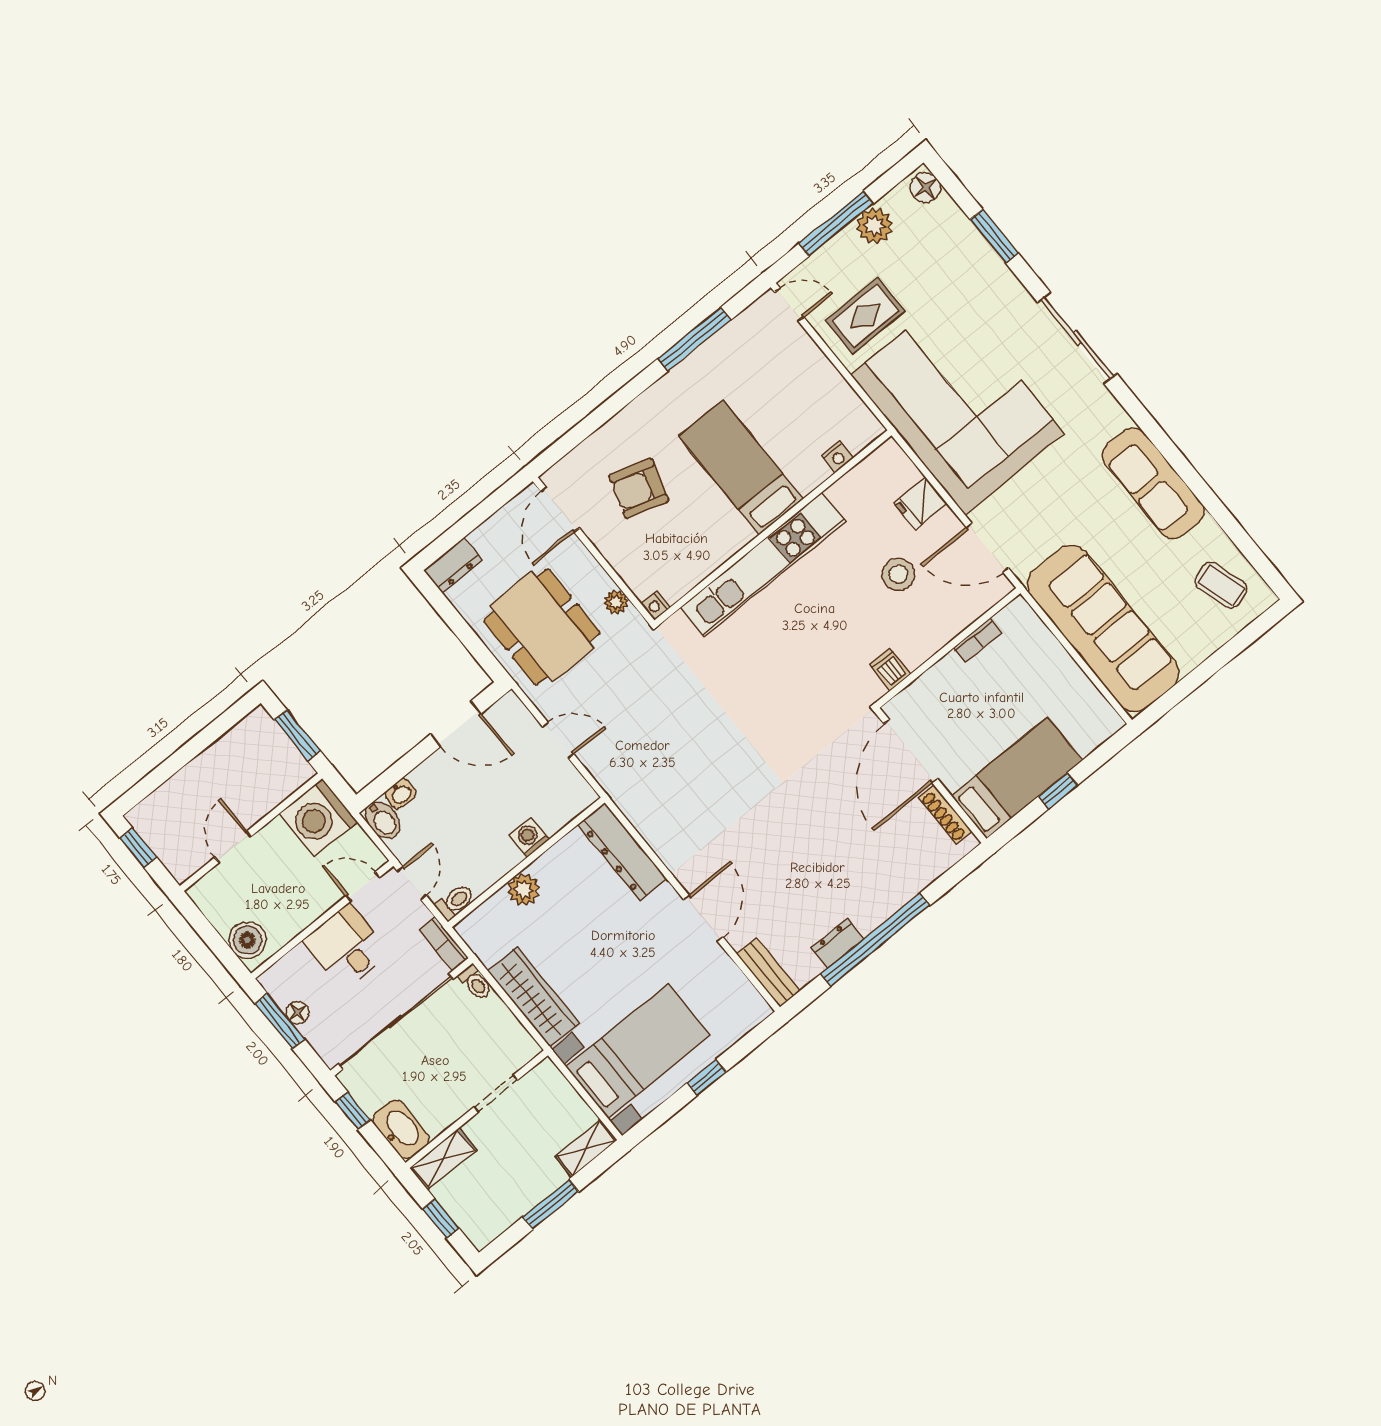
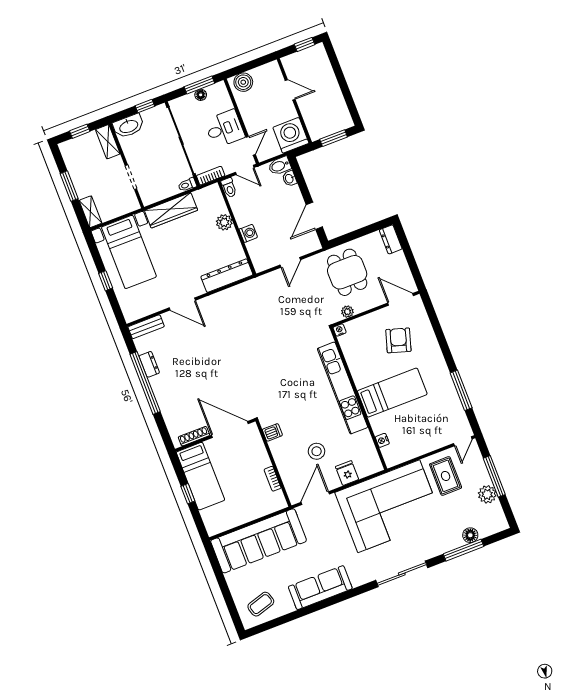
floor lamp: (925, 188) -> (470, 535), moved
window: (994, 236) -> (463, 550), width x1.44
dining table: (542, 627) -> (347, 272), width x0.73

